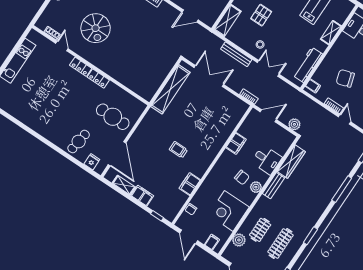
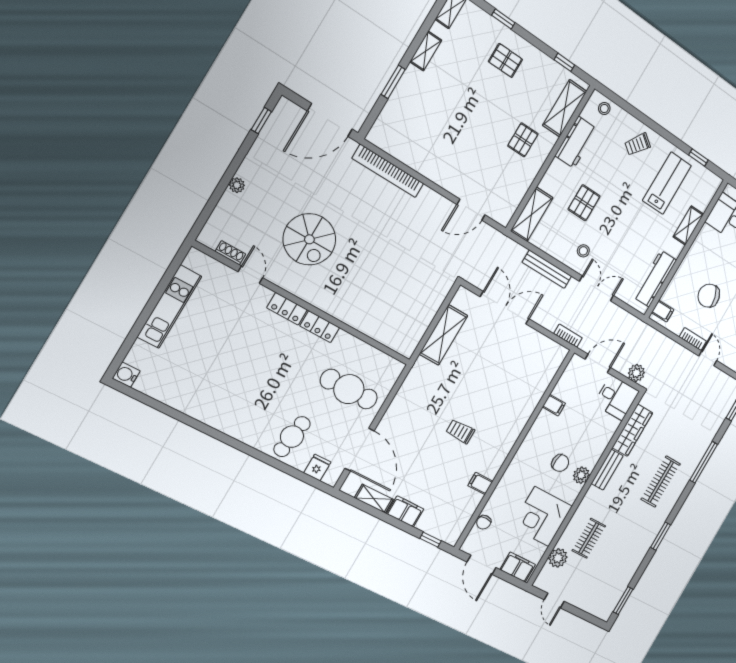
shelving: (170, 89) -> (443, 335), width x0.68
filing cabinet: (236, 143) -> (554, 405), width x0.50
desk: (267, 160) -> (616, 398), moved
filing cabinet: (190, 184) -> (480, 483), width x0.50
filing cabinet: (212, 242) -> (518, 567), width x2.00
clothes rail: (280, 244) -> (661, 482), moved

